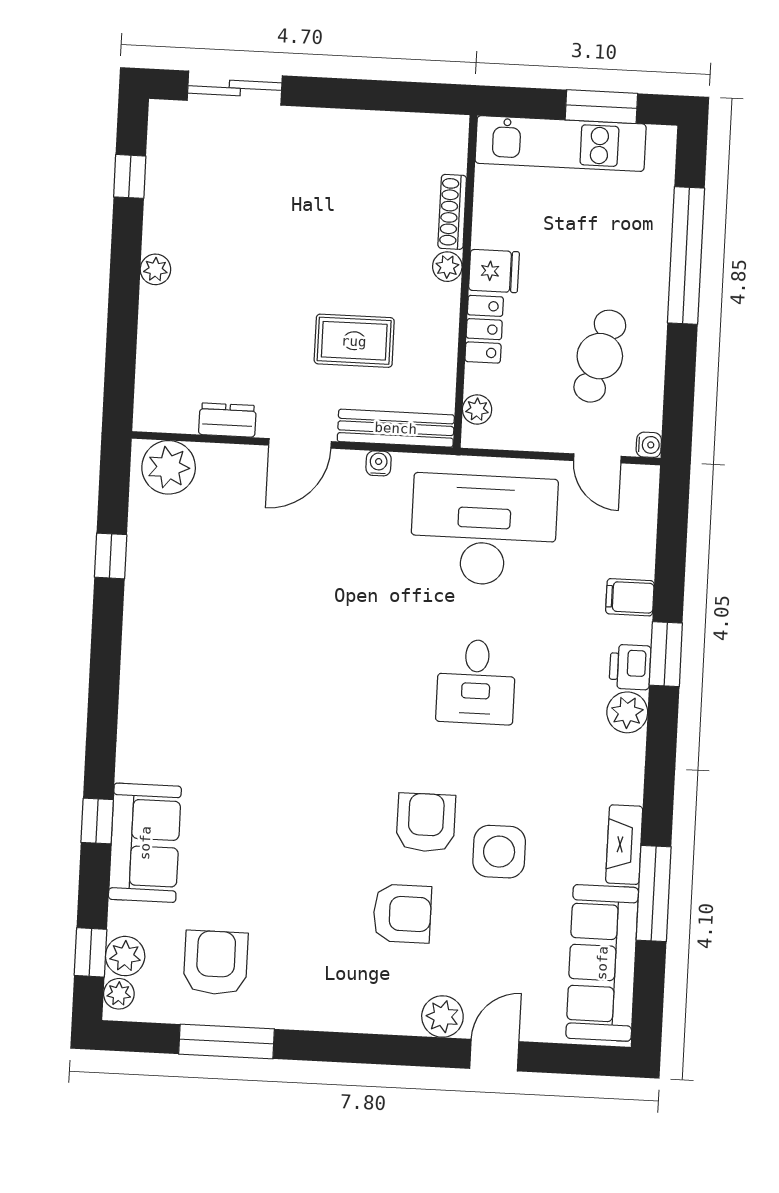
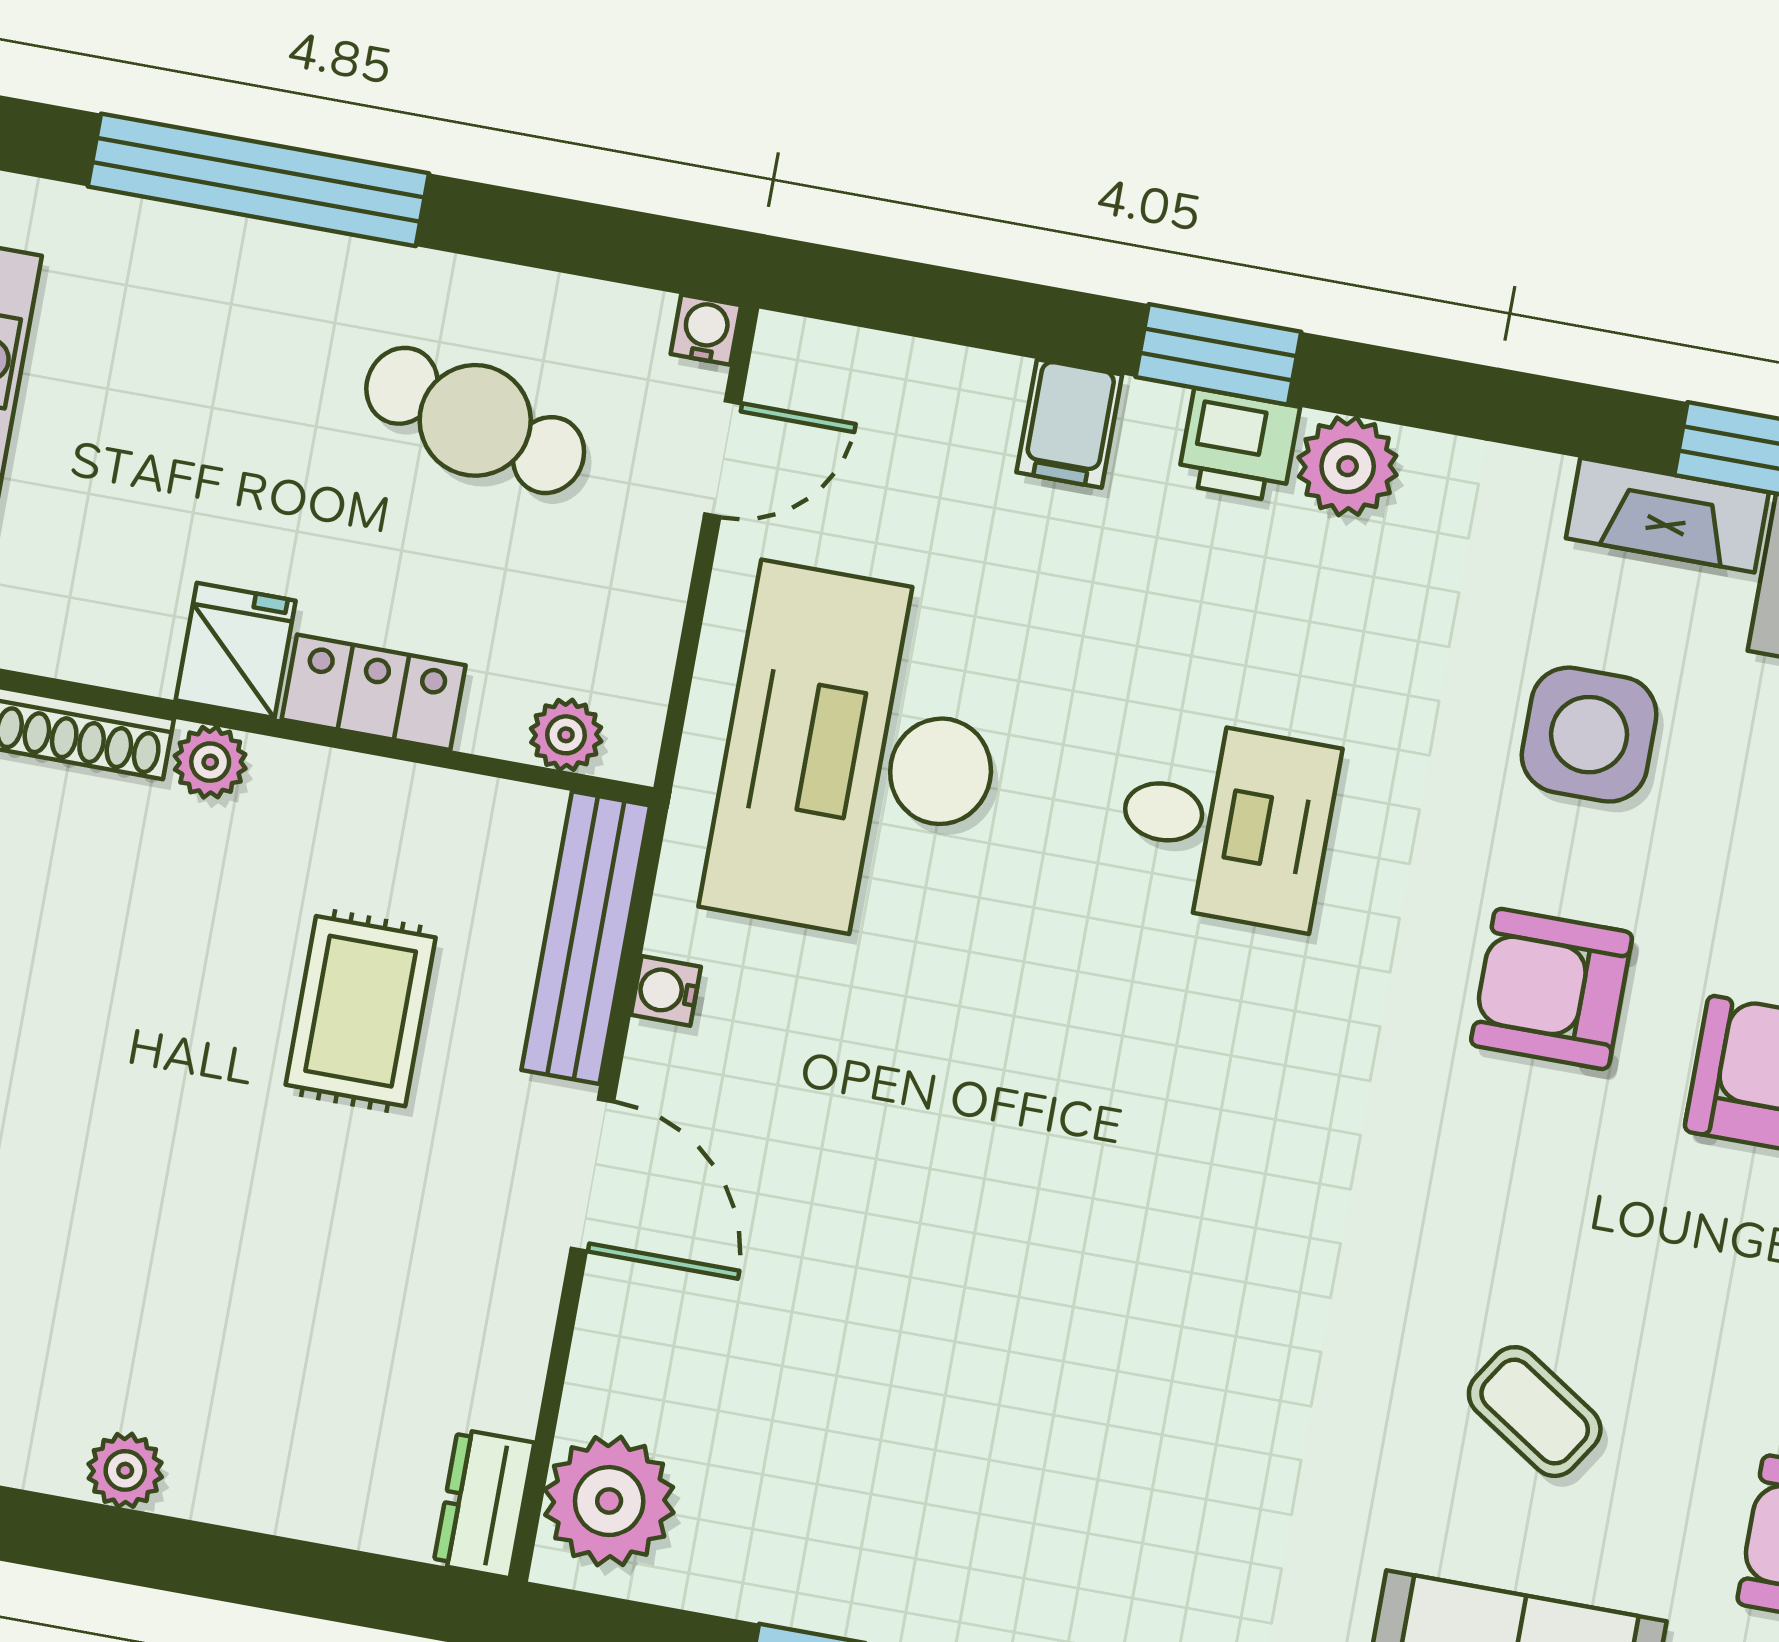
dresser: (227, 420) -> (484, 1503), moved
coffee table: (254, 838) -> (1535, 1412), added
side table: (499, 852) -> (1589, 735), moved

